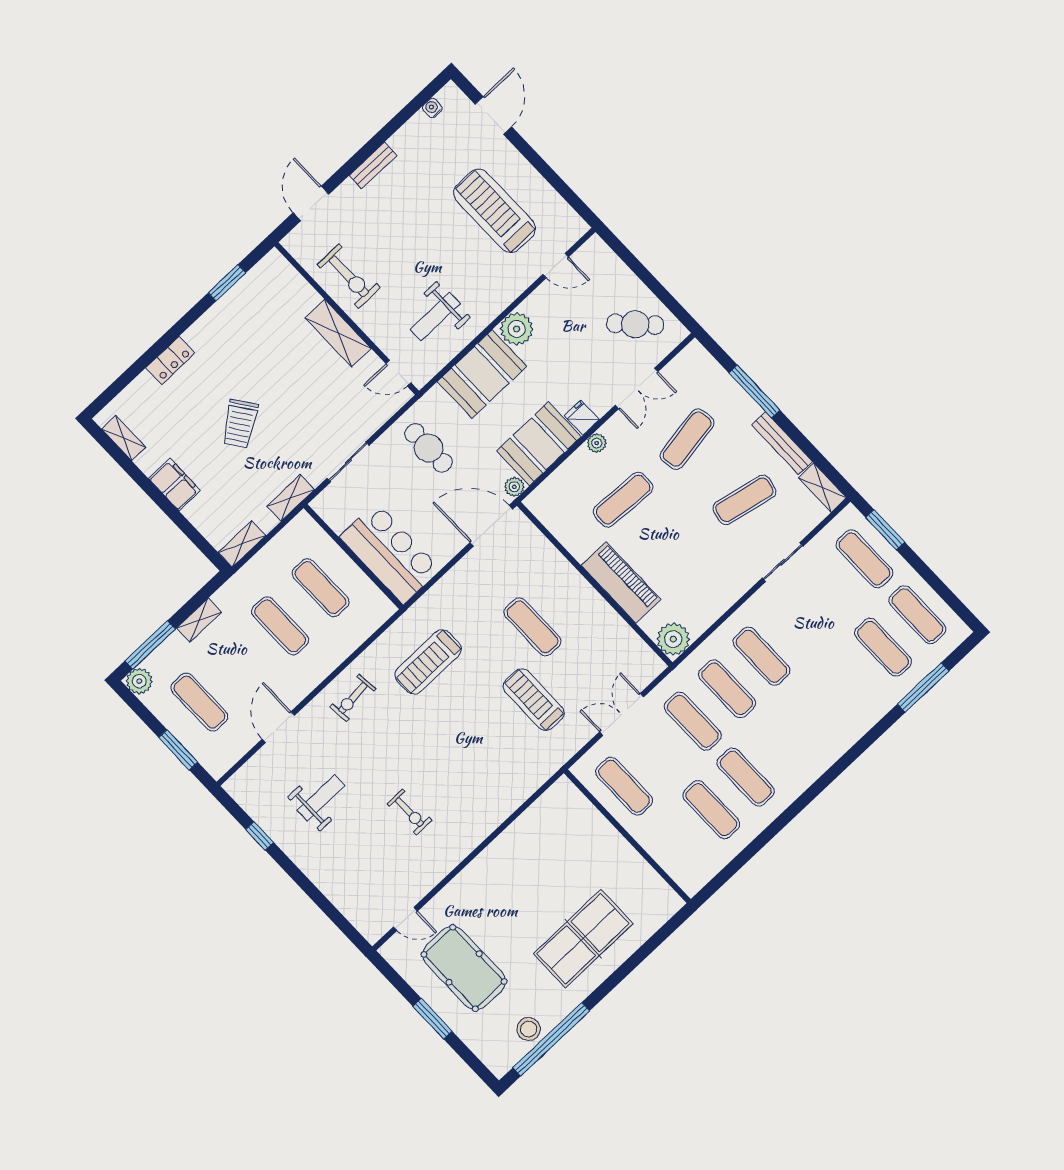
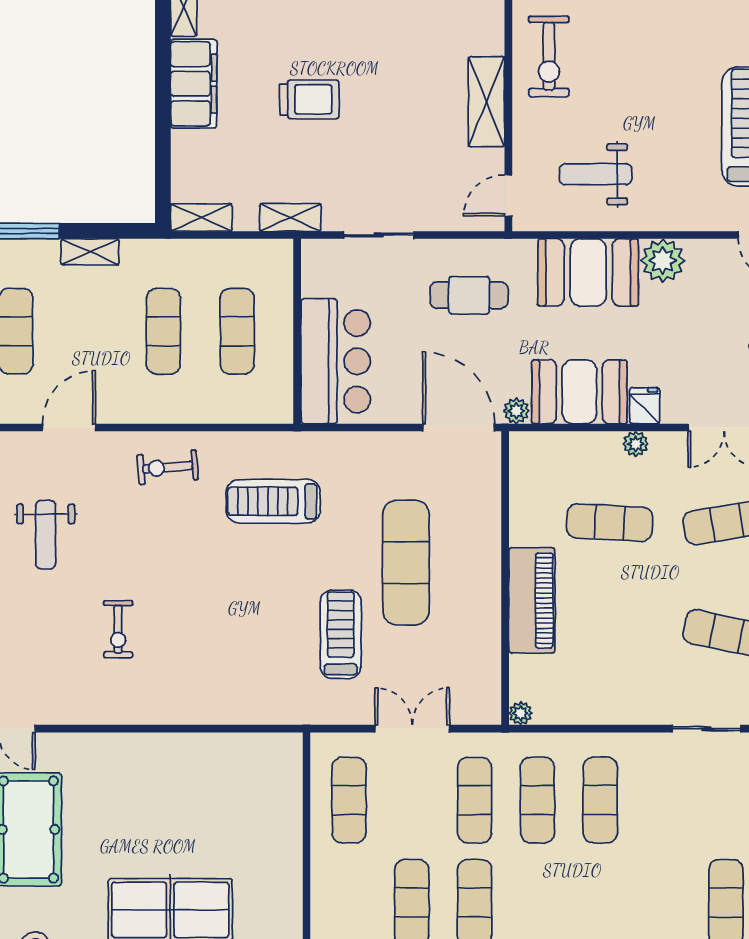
door: (399, 373) -> (508, 195), hinge flipped
trolley: (240, 424) -> (309, 99), turned -145
cafe table: (429, 448) -> (469, 295), turned 90
filing cabinet: (175, 485) -> (194, 84), width x1.50, depth x1.17
exercise mat: (532, 627) -> (406, 563), width x1.36, depth x1.45
plant: (673, 639) -> (521, 713), width x0.53, depth x0.53
weight bench: (321, 798) -> (46, 535), turned 90

